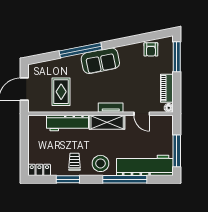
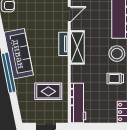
sofa: (100, 61) -> (19, 54), width x1.36
workbench: (68, 123) -> (78, 103), moved

